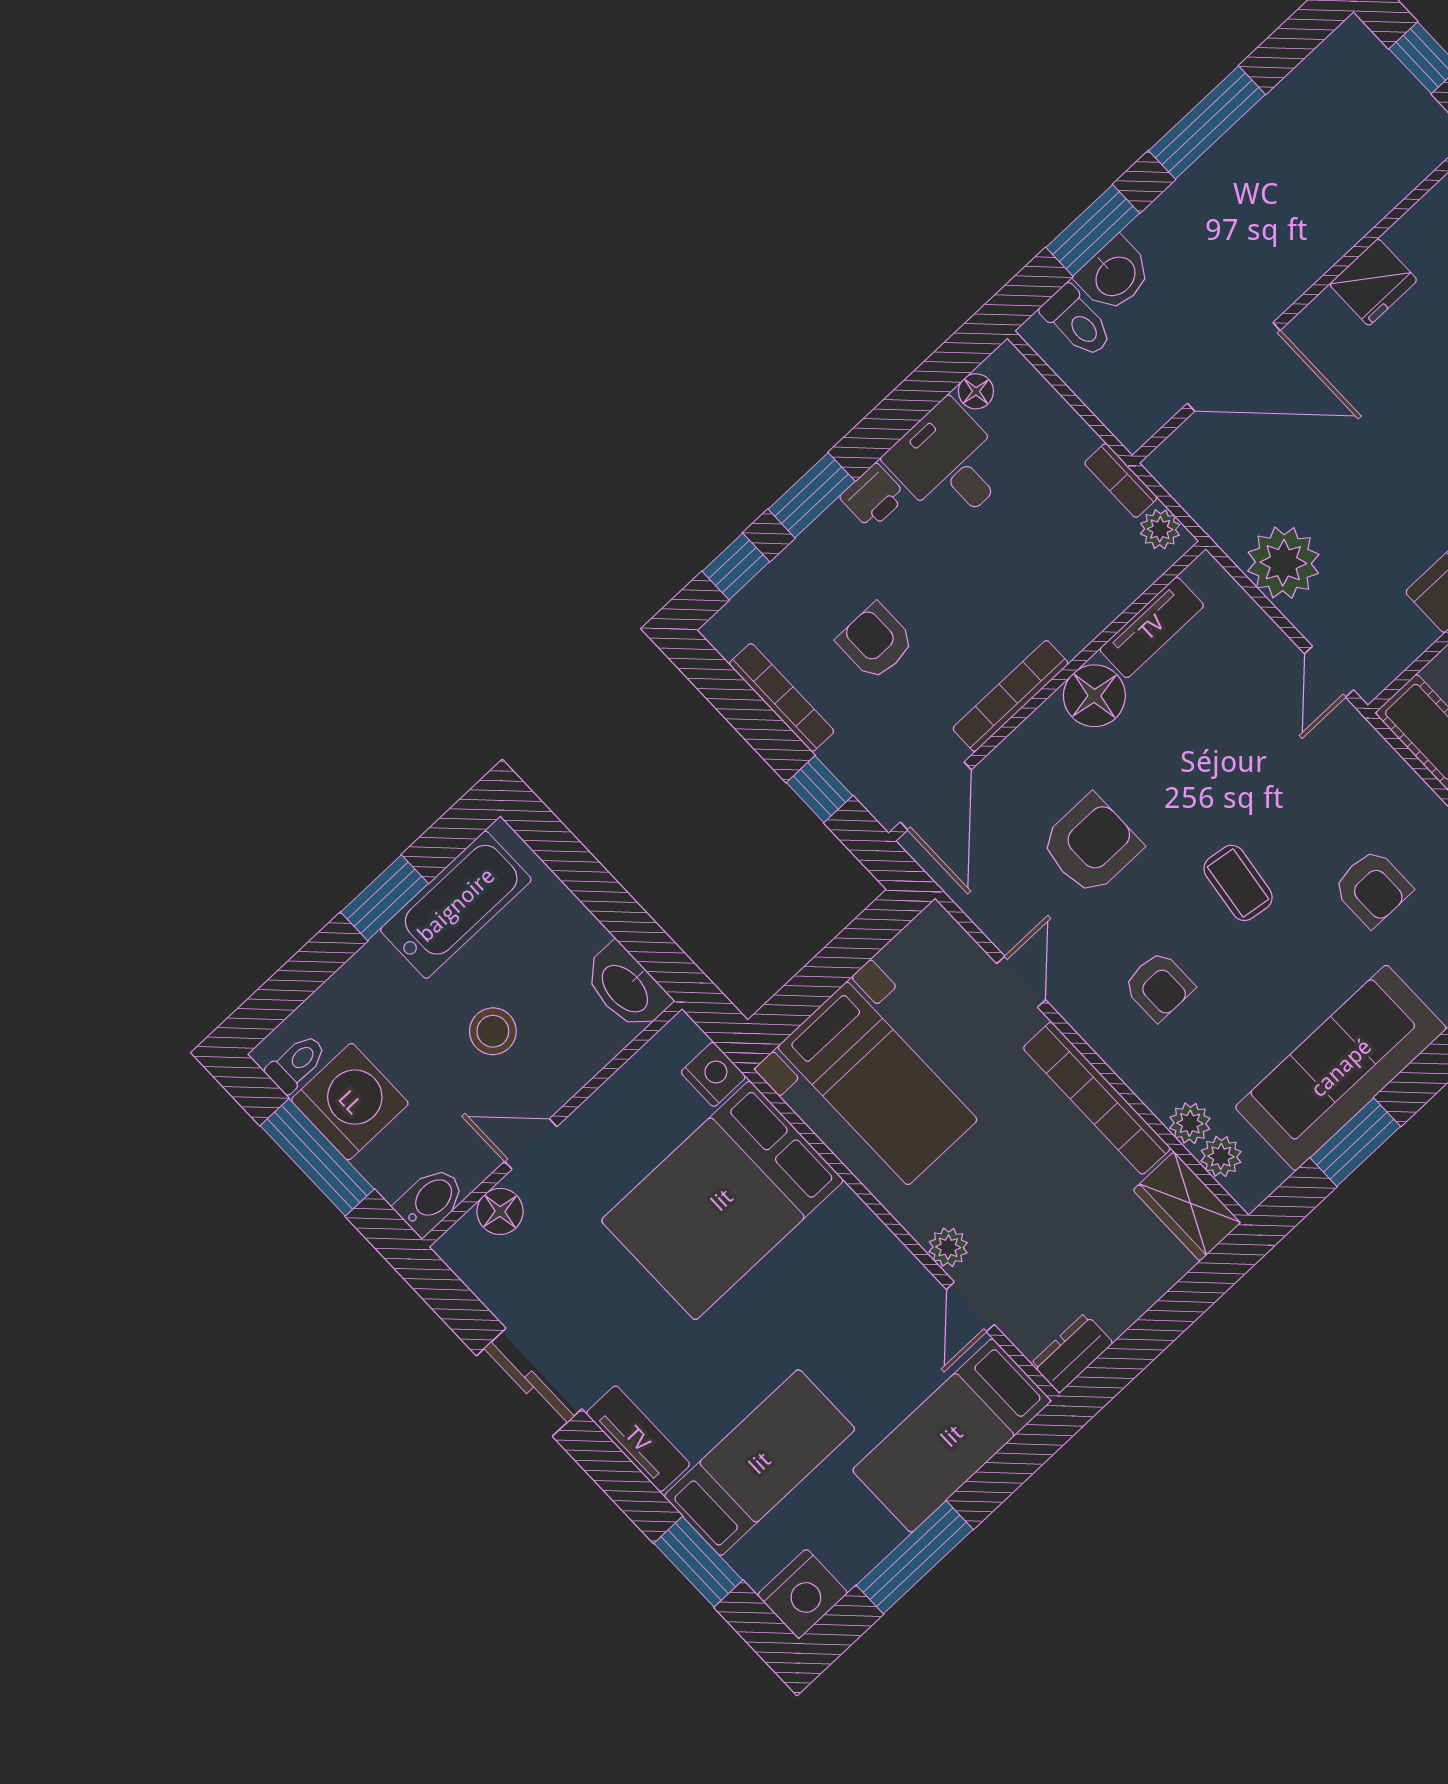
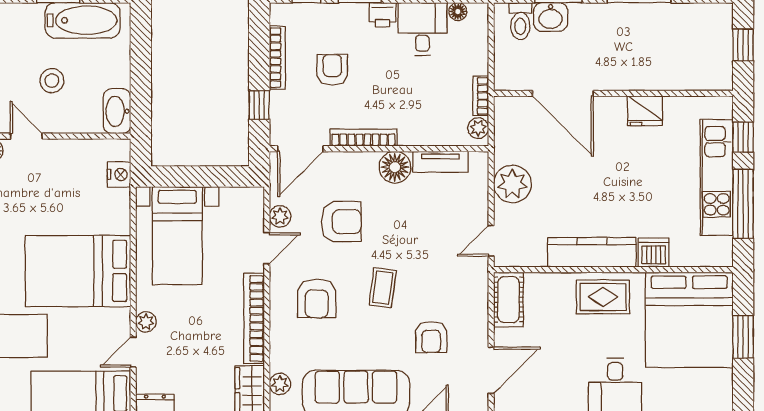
armchair: (1159, 986) -> (317, 298), width x1.38, depth x1.38
plant: (1190, 1123) -> (280, 216), moved
bed: (722, 1200) -> (78, 271), moved

